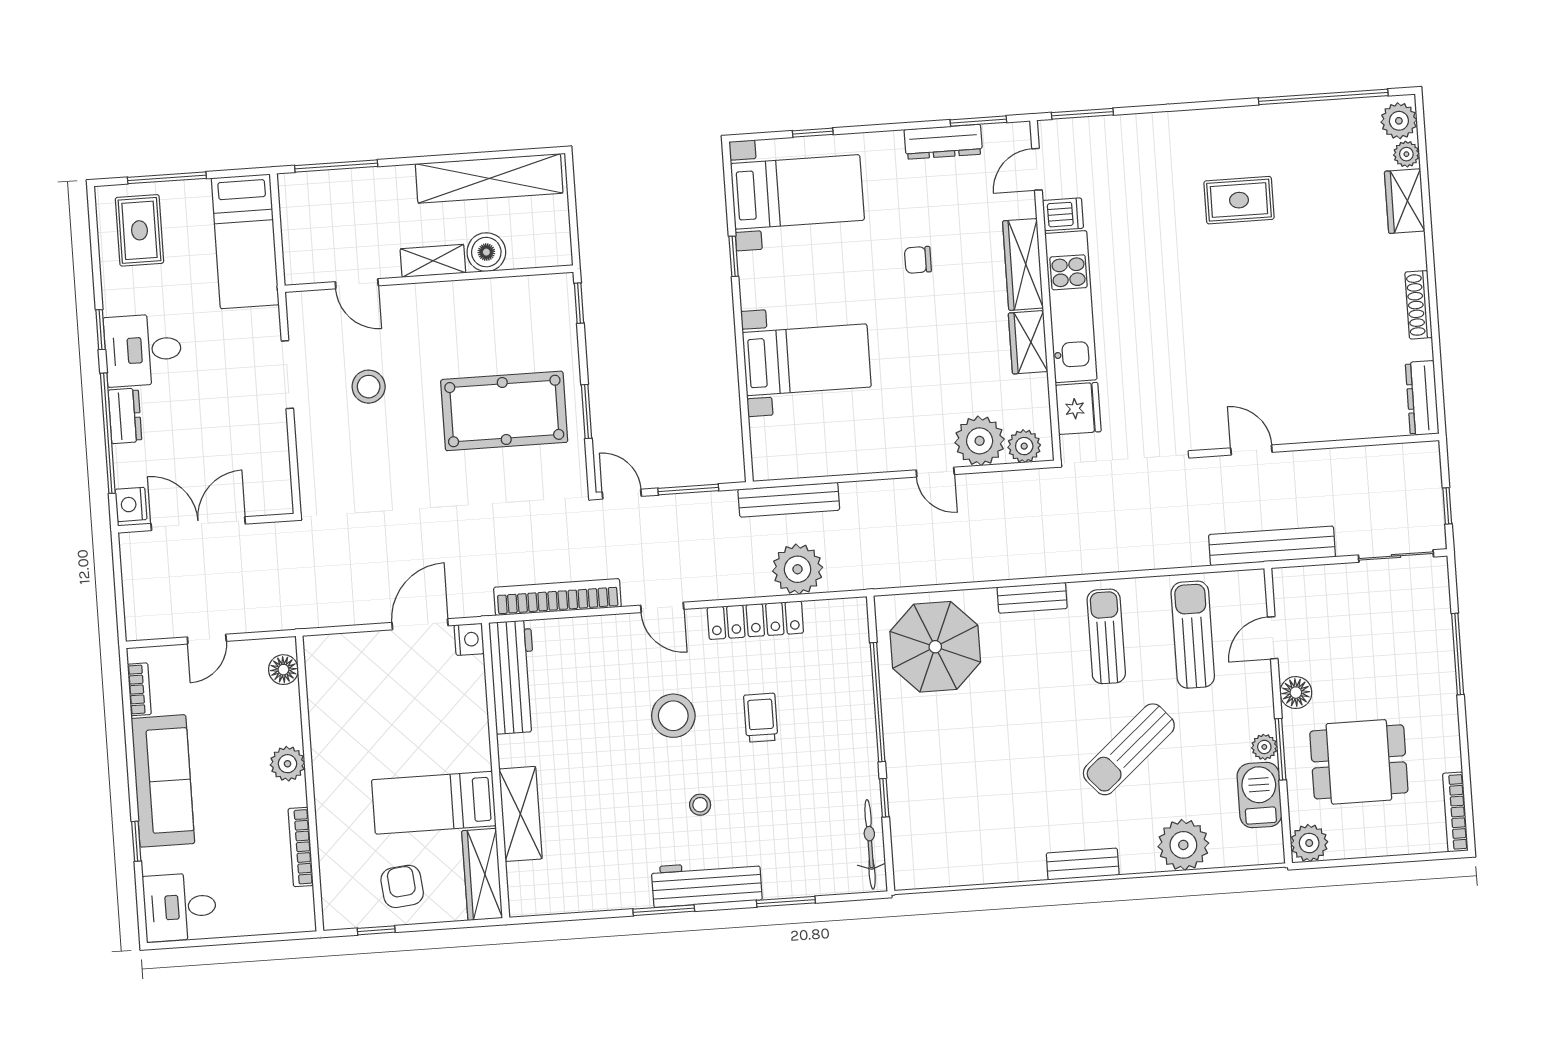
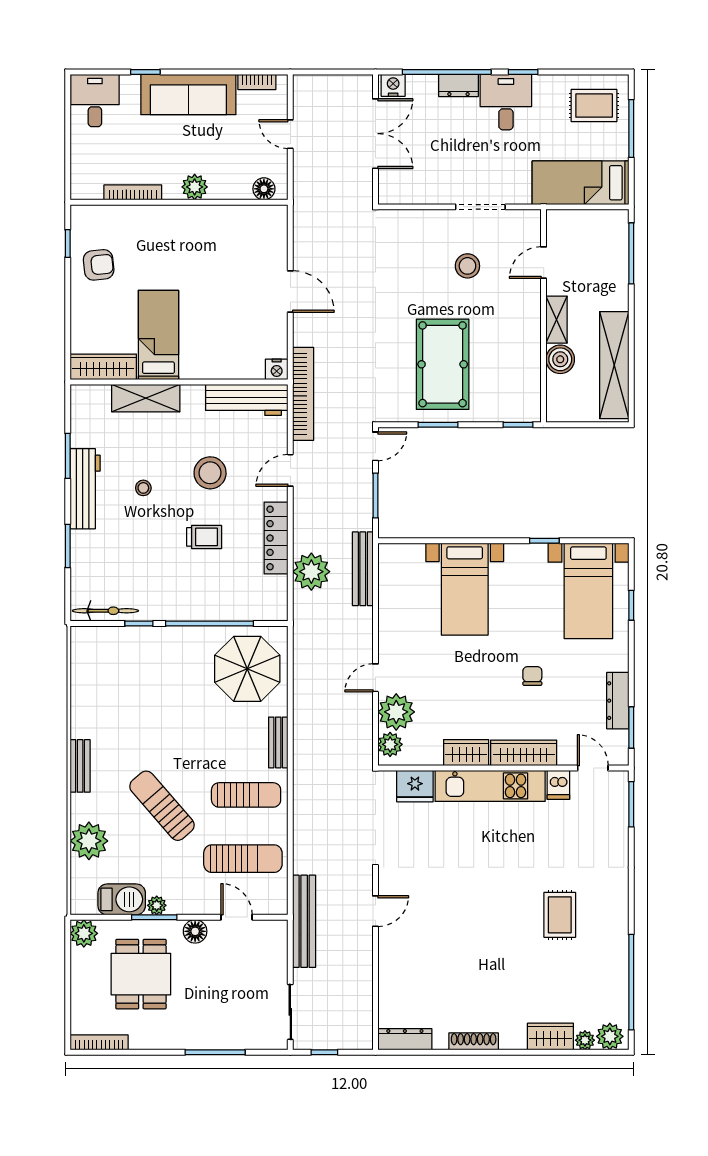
nightstand: (469, 639) -> (277, 369), moved
workbench: (513, 677) -> (247, 400), moved
wall: (496, 770) -> (179, 382), moved
bed: (434, 803) -> (158, 335), moved
shelving: (520, 814) -> (146, 398), moved
wardrobe: (482, 874) -> (103, 367), moved

